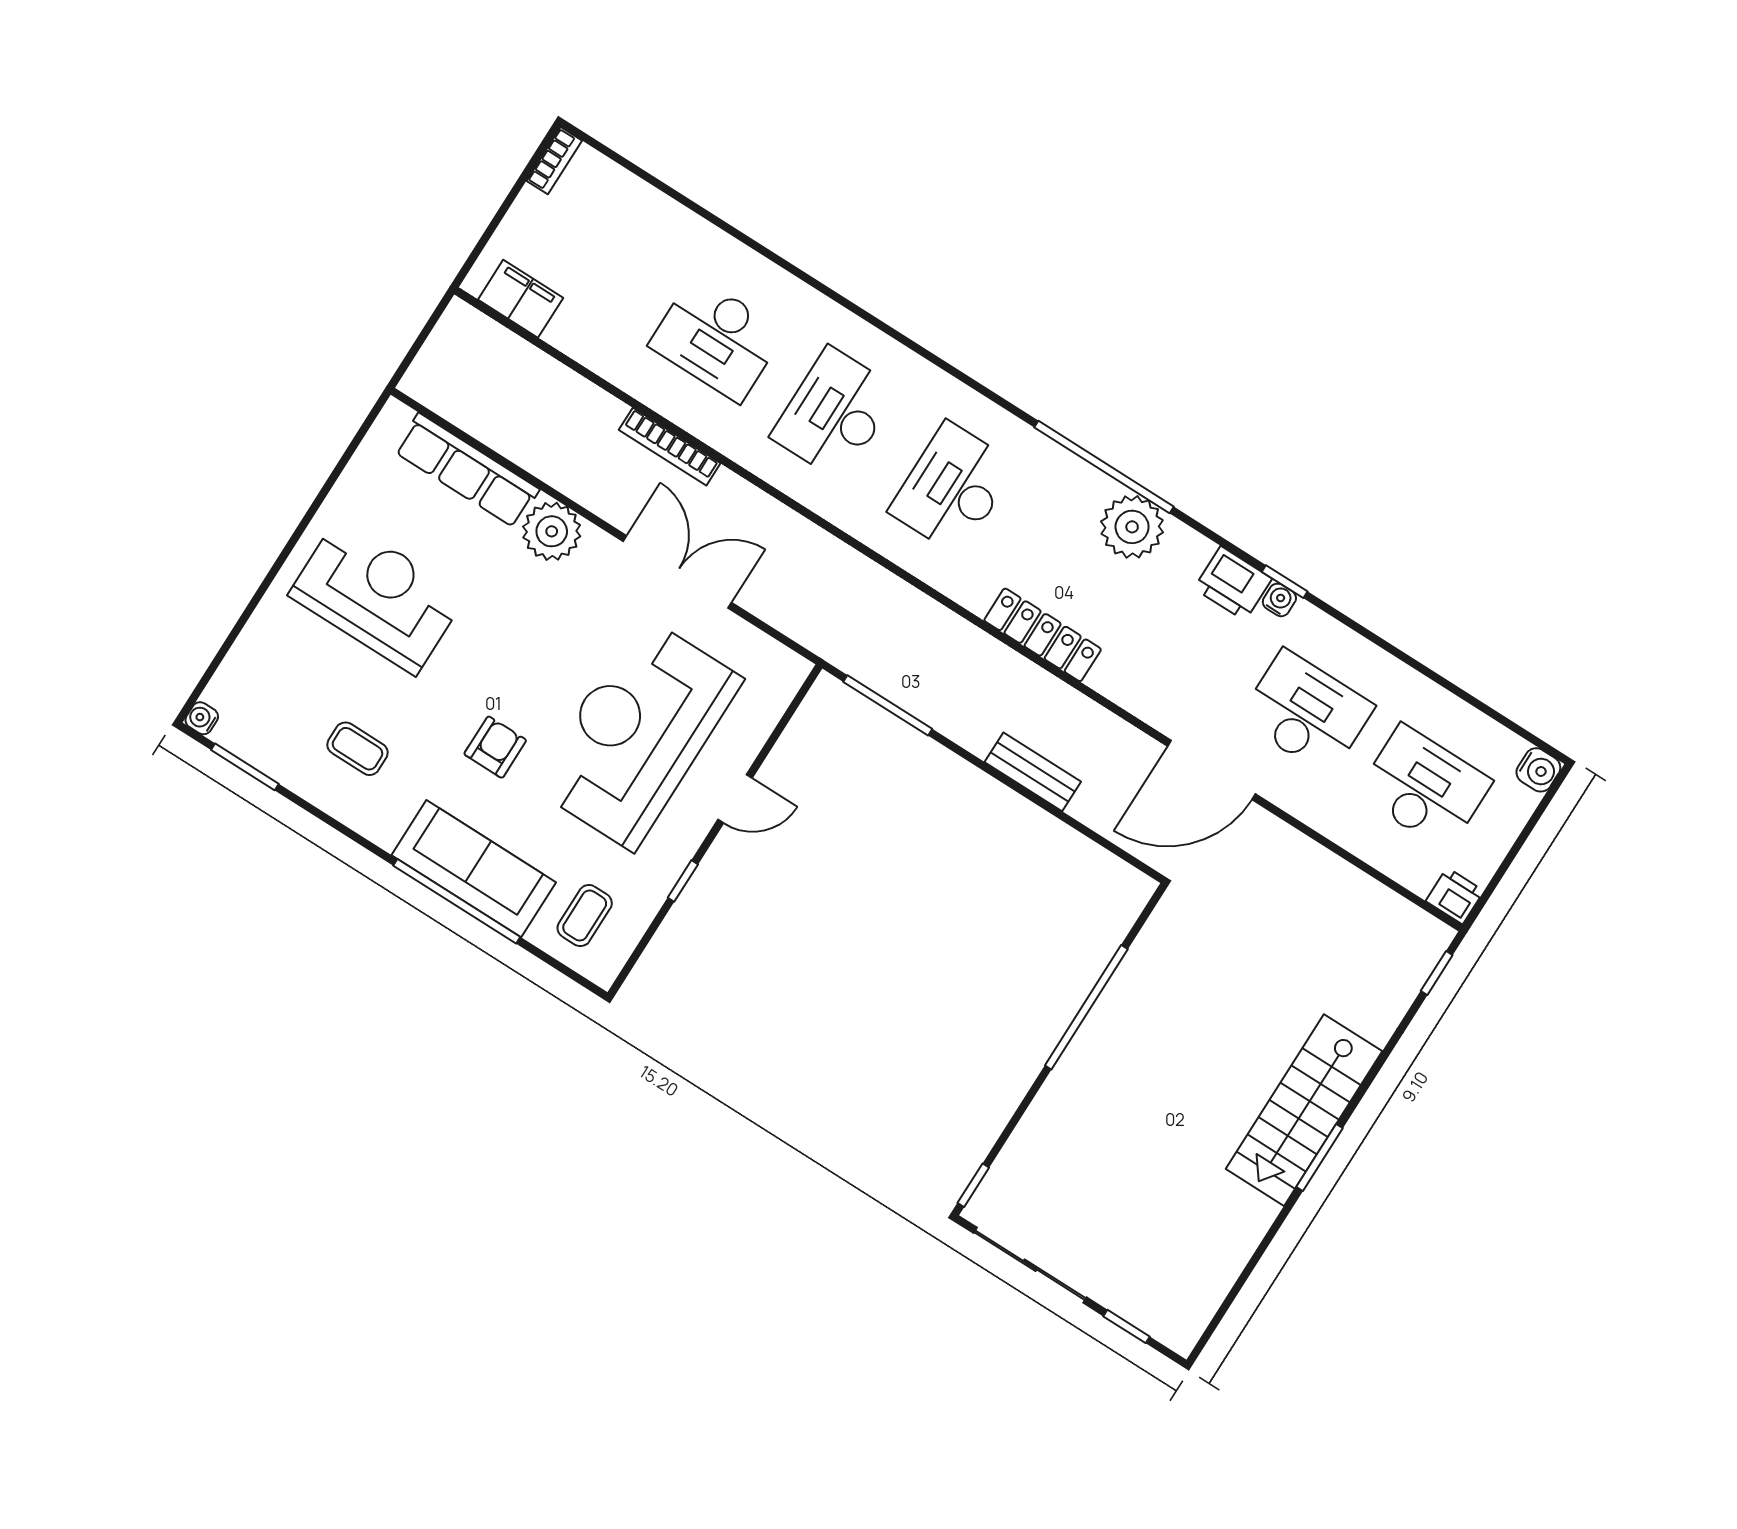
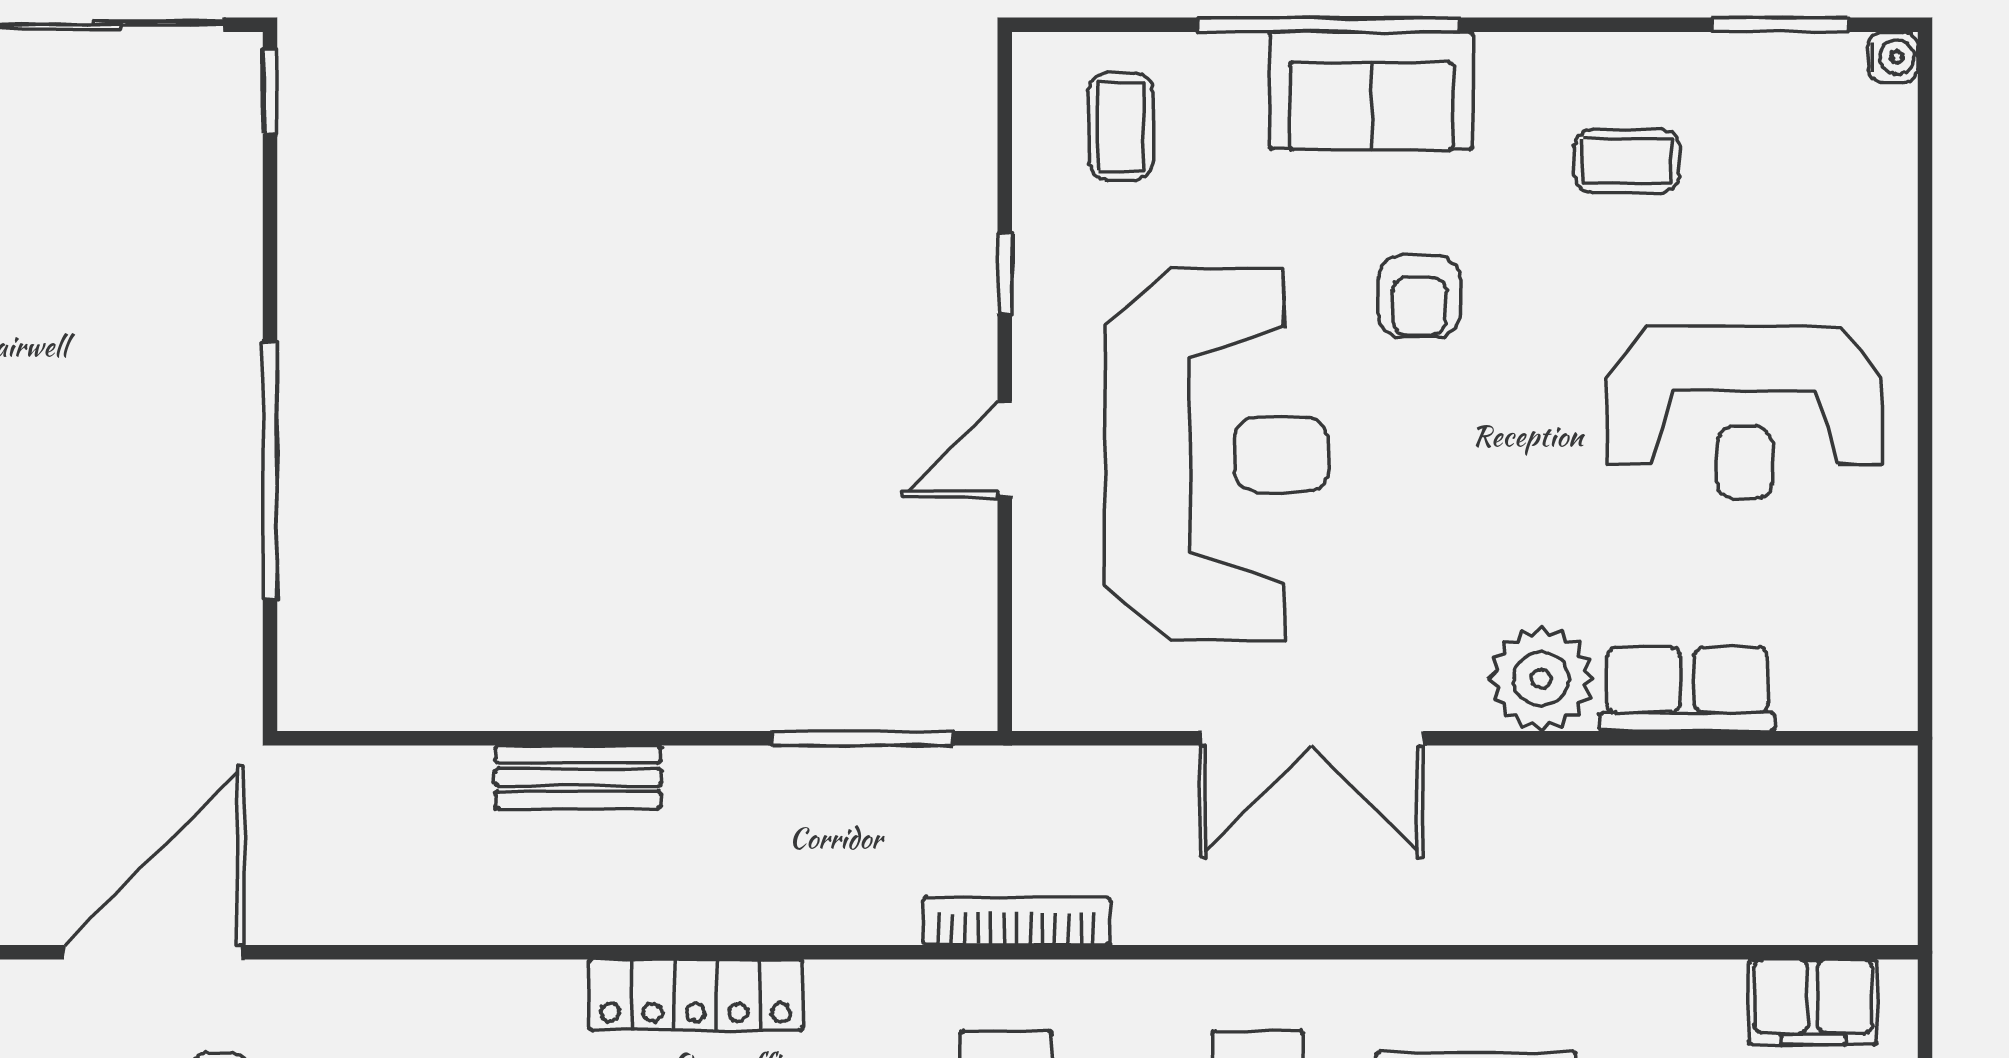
bookcase: (670, 447) -> (1017, 921), moved
row of seats: (467, 470) -> (1687, 689), width x0.68
door: (1212, 770) -> (154, 952), moved
sofa: (474, 869) -> (1371, 91), width x0.73

